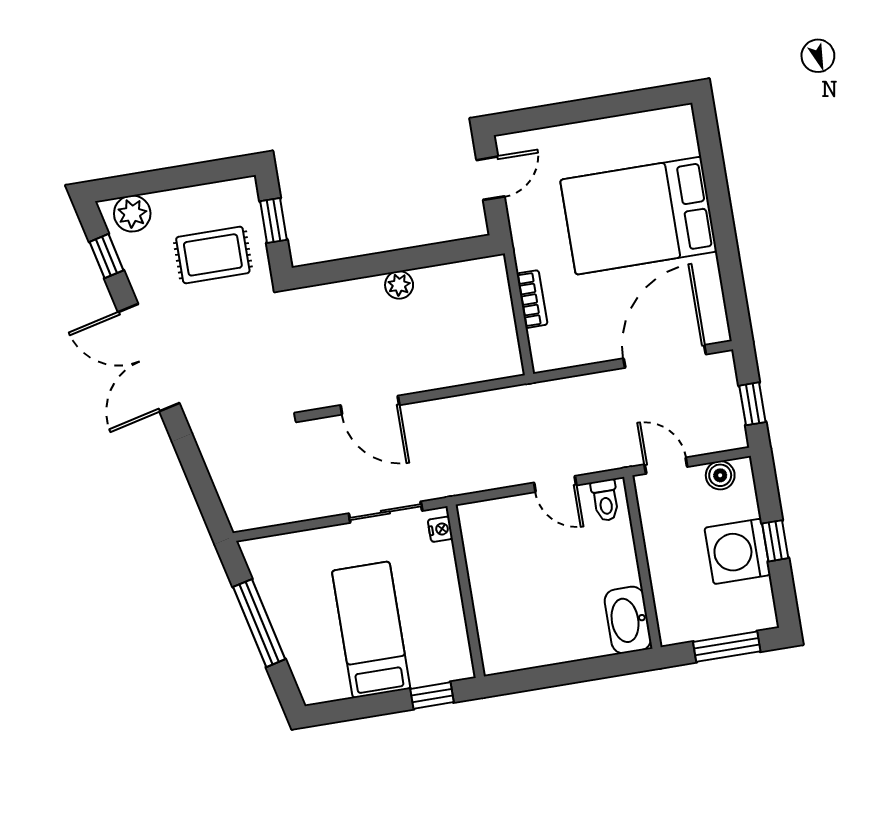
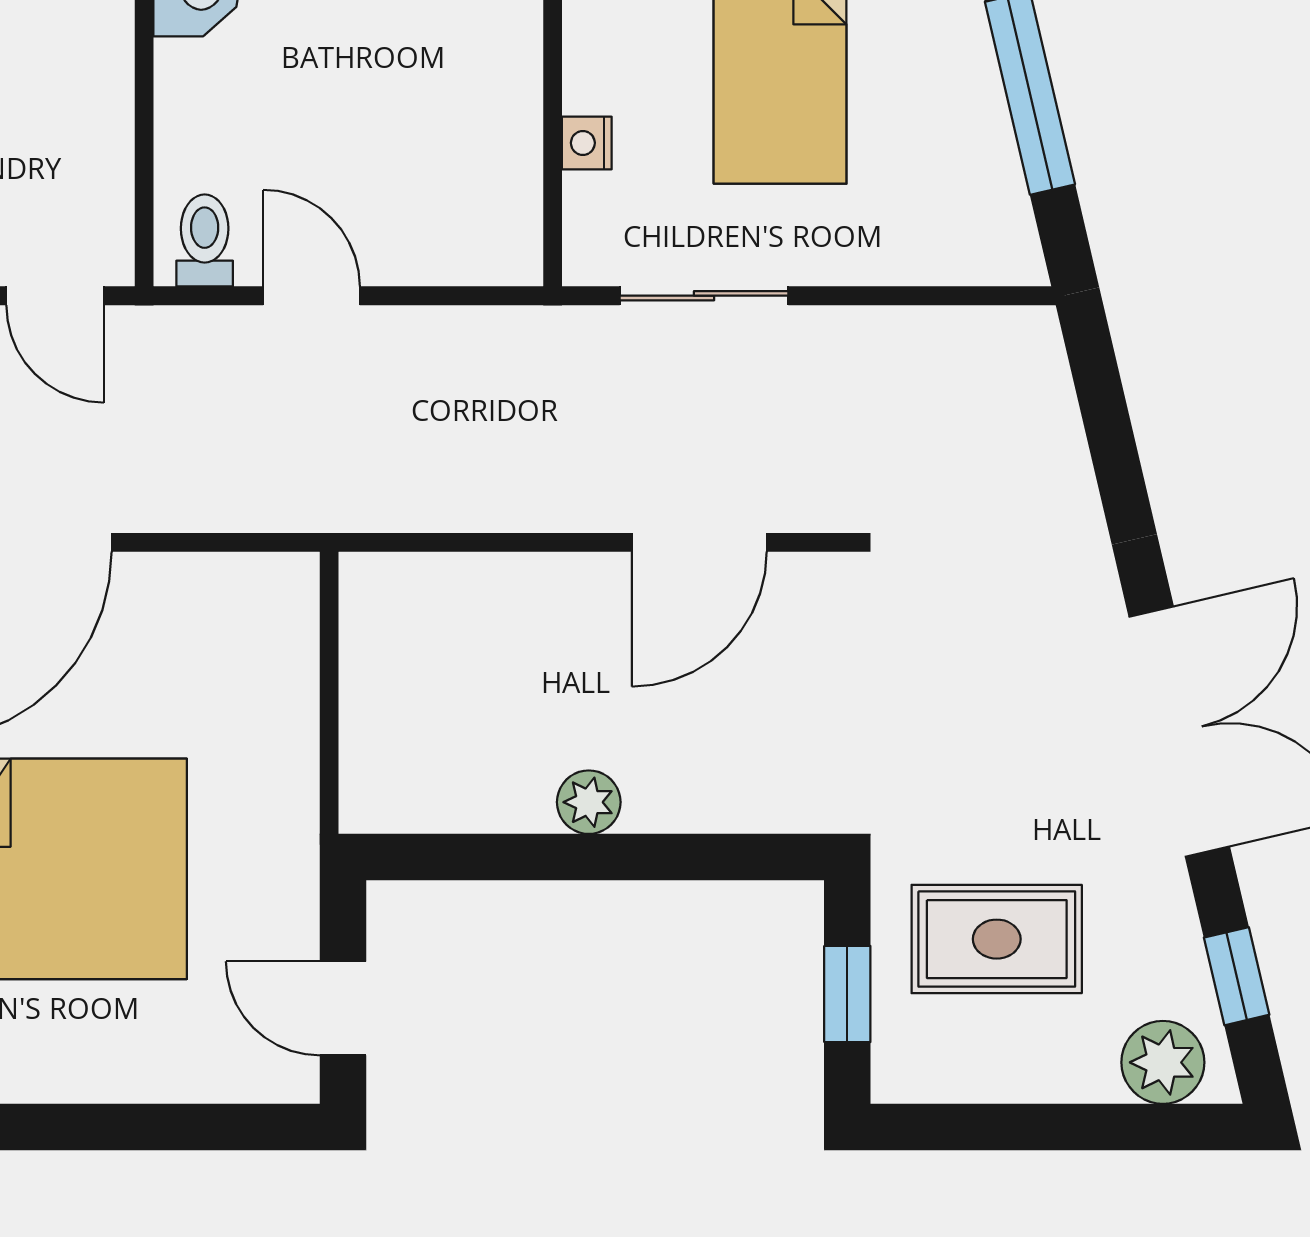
door: (490, 178) -> (343, 1008), hinge flipped
bookcase: (532, 299) -> (294, 721), removed
door: (370, 405) -> (699, 542), swing flipped
nightstand: (440, 529) -> (587, 143), moved

